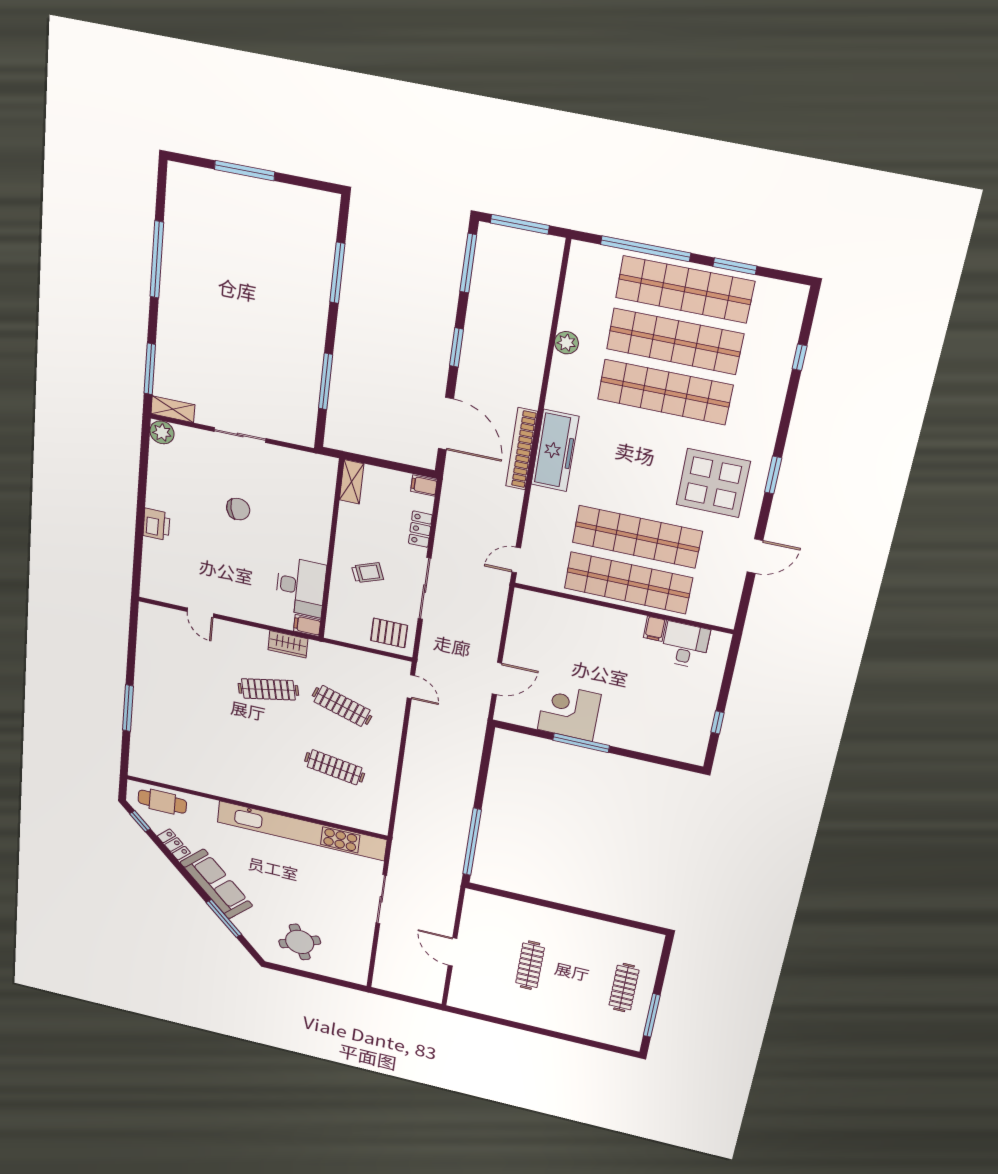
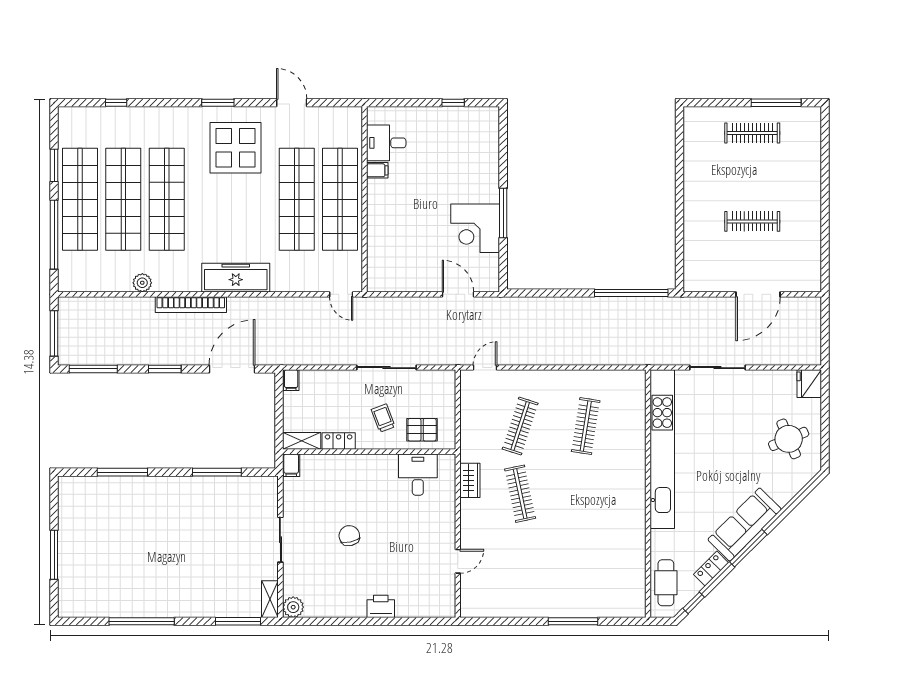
bookcase: (522, 449) -> (191, 305), moved
locker: (420, 529) -> (339, 441), moved, turned 180
desk: (301, 587) -> (418, 475), width x0.73
filing cabinet: (307, 625) -> (291, 465), moved
pallet: (389, 633) -> (422, 430), moved, turned 90
window: (224, 918) -> (748, 548), moved
door: (452, 952) -> (758, 294), width x1.36
fridge: (354, 973) -> (809, 384), added

